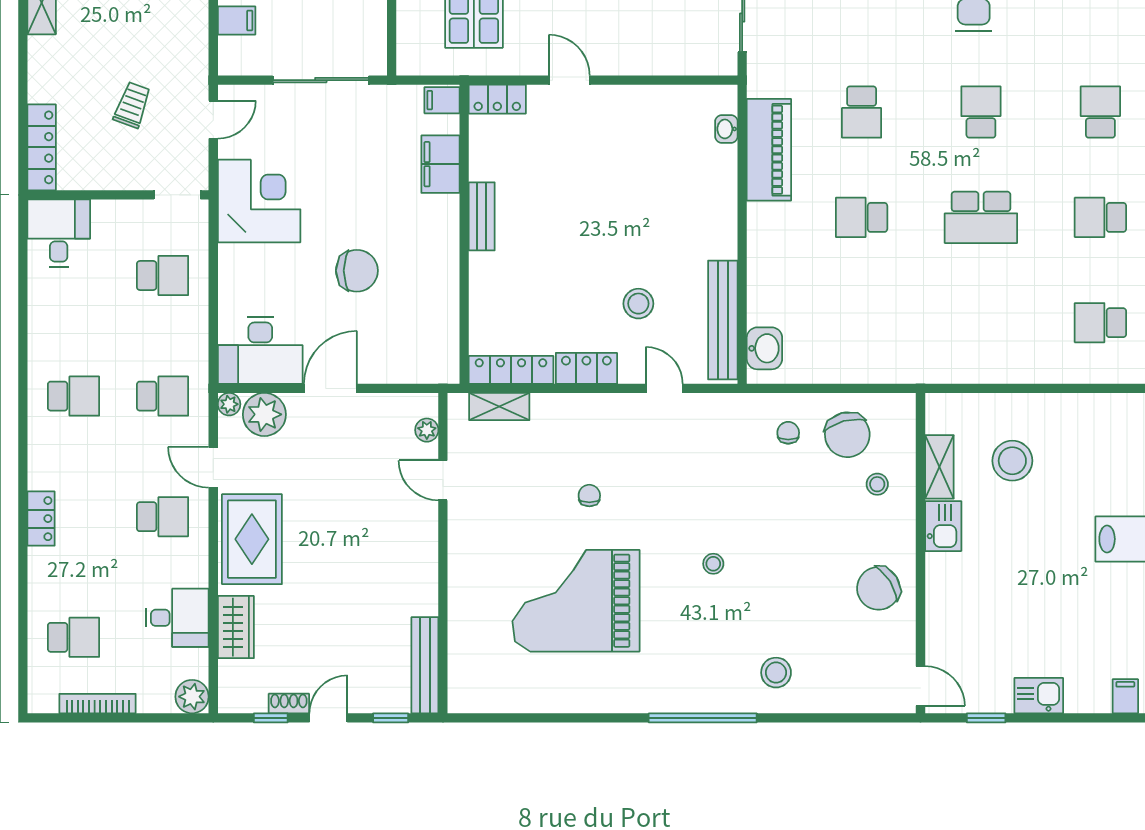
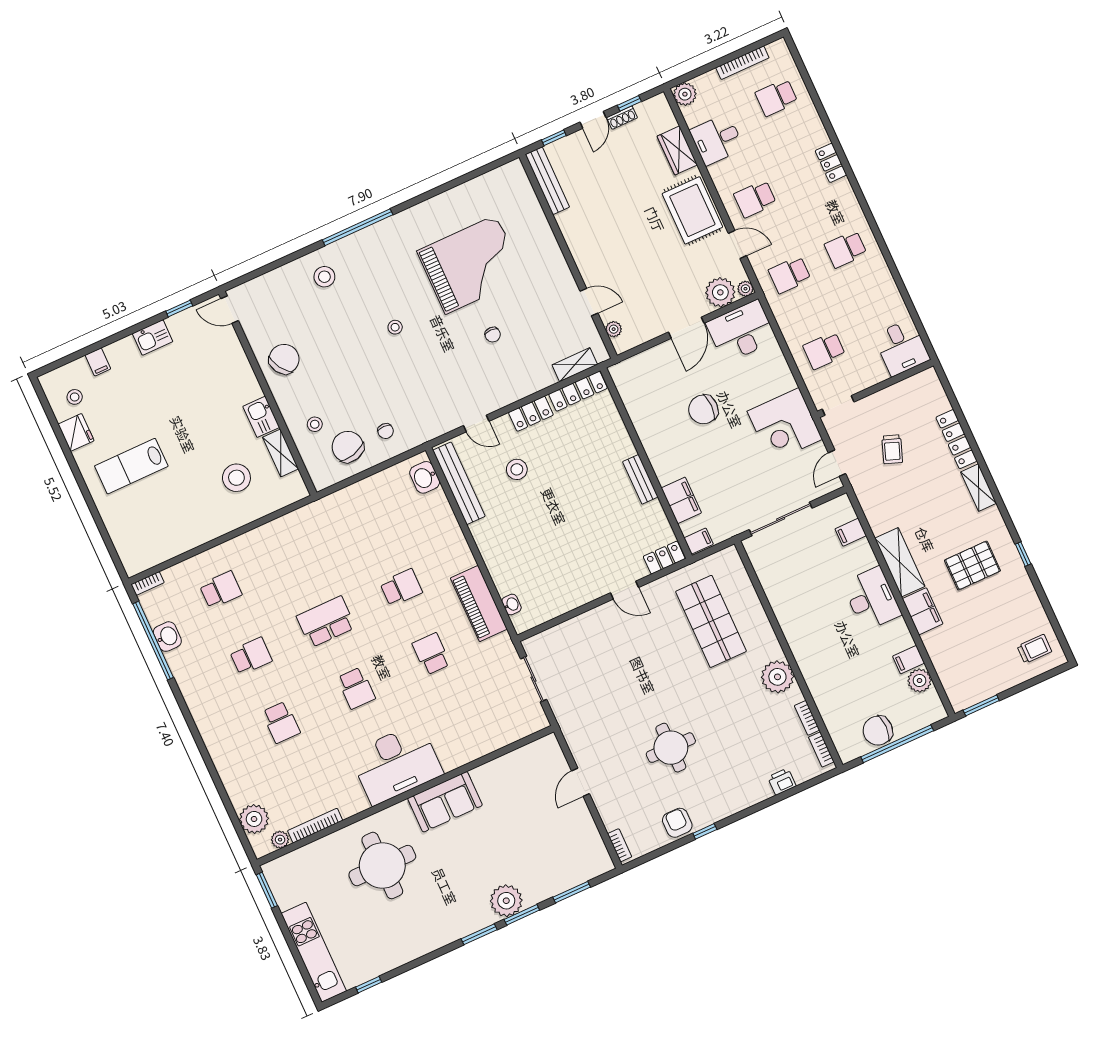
locker: (42, 147) -> (956, 439), moved

